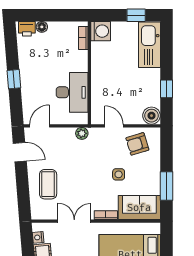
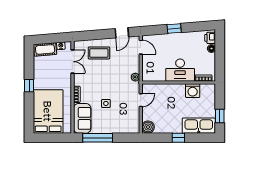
washing machine: (101, 31) -> (193, 91), moved
window: (166, 89) -> (178, 138), moved
desk: (72, 92) -> (180, 70), moved
armchair: (137, 144) -> (128, 117), removed
window: (166, 186) -> (98, 138), width x1.44
double door: (74, 221) -> (72, 62), moved

